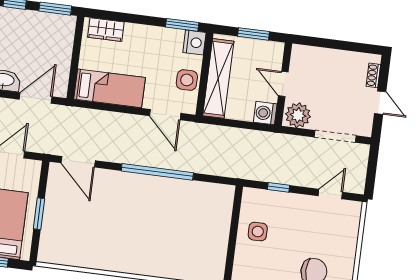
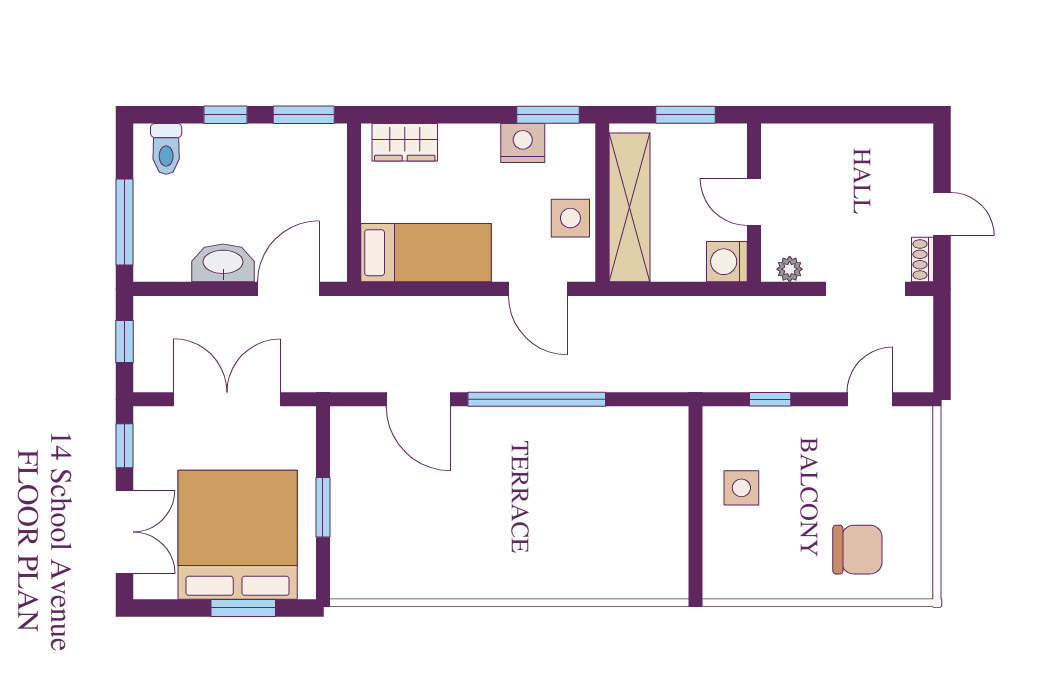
nightstand: (194, 43) -> (523, 143), moved, turned -90
shoe rack: (373, 75) -> (923, 260), moved
plant: (298, 115) -> (790, 269), width x0.53, depth x0.53
door: (78, 162) -> (418, 399), moved

